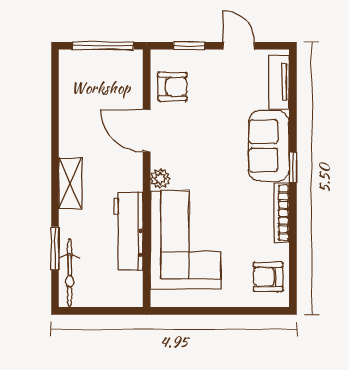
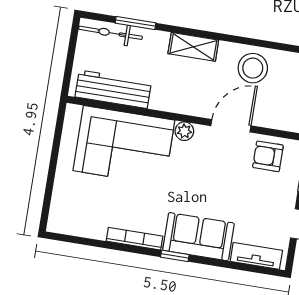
armchair: (172, 87) -> (268, 156), turned 90
stool: (82, 117) -> (253, 68), added
workbench: (128, 231) -> (113, 89), moved
armchair: (268, 277) -> (77, 217), removed

